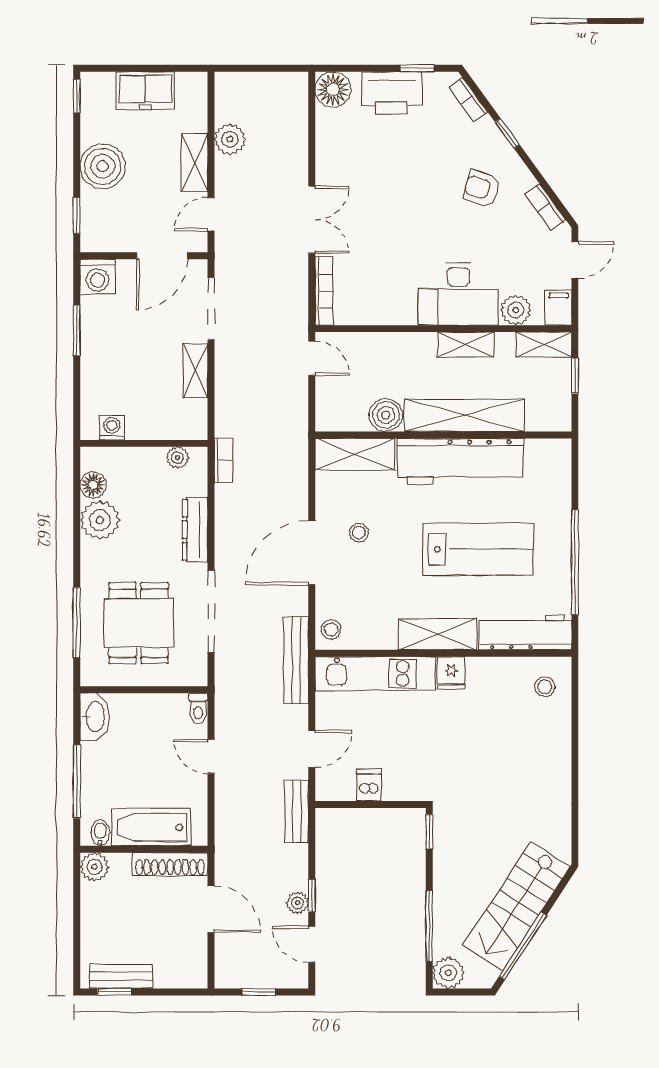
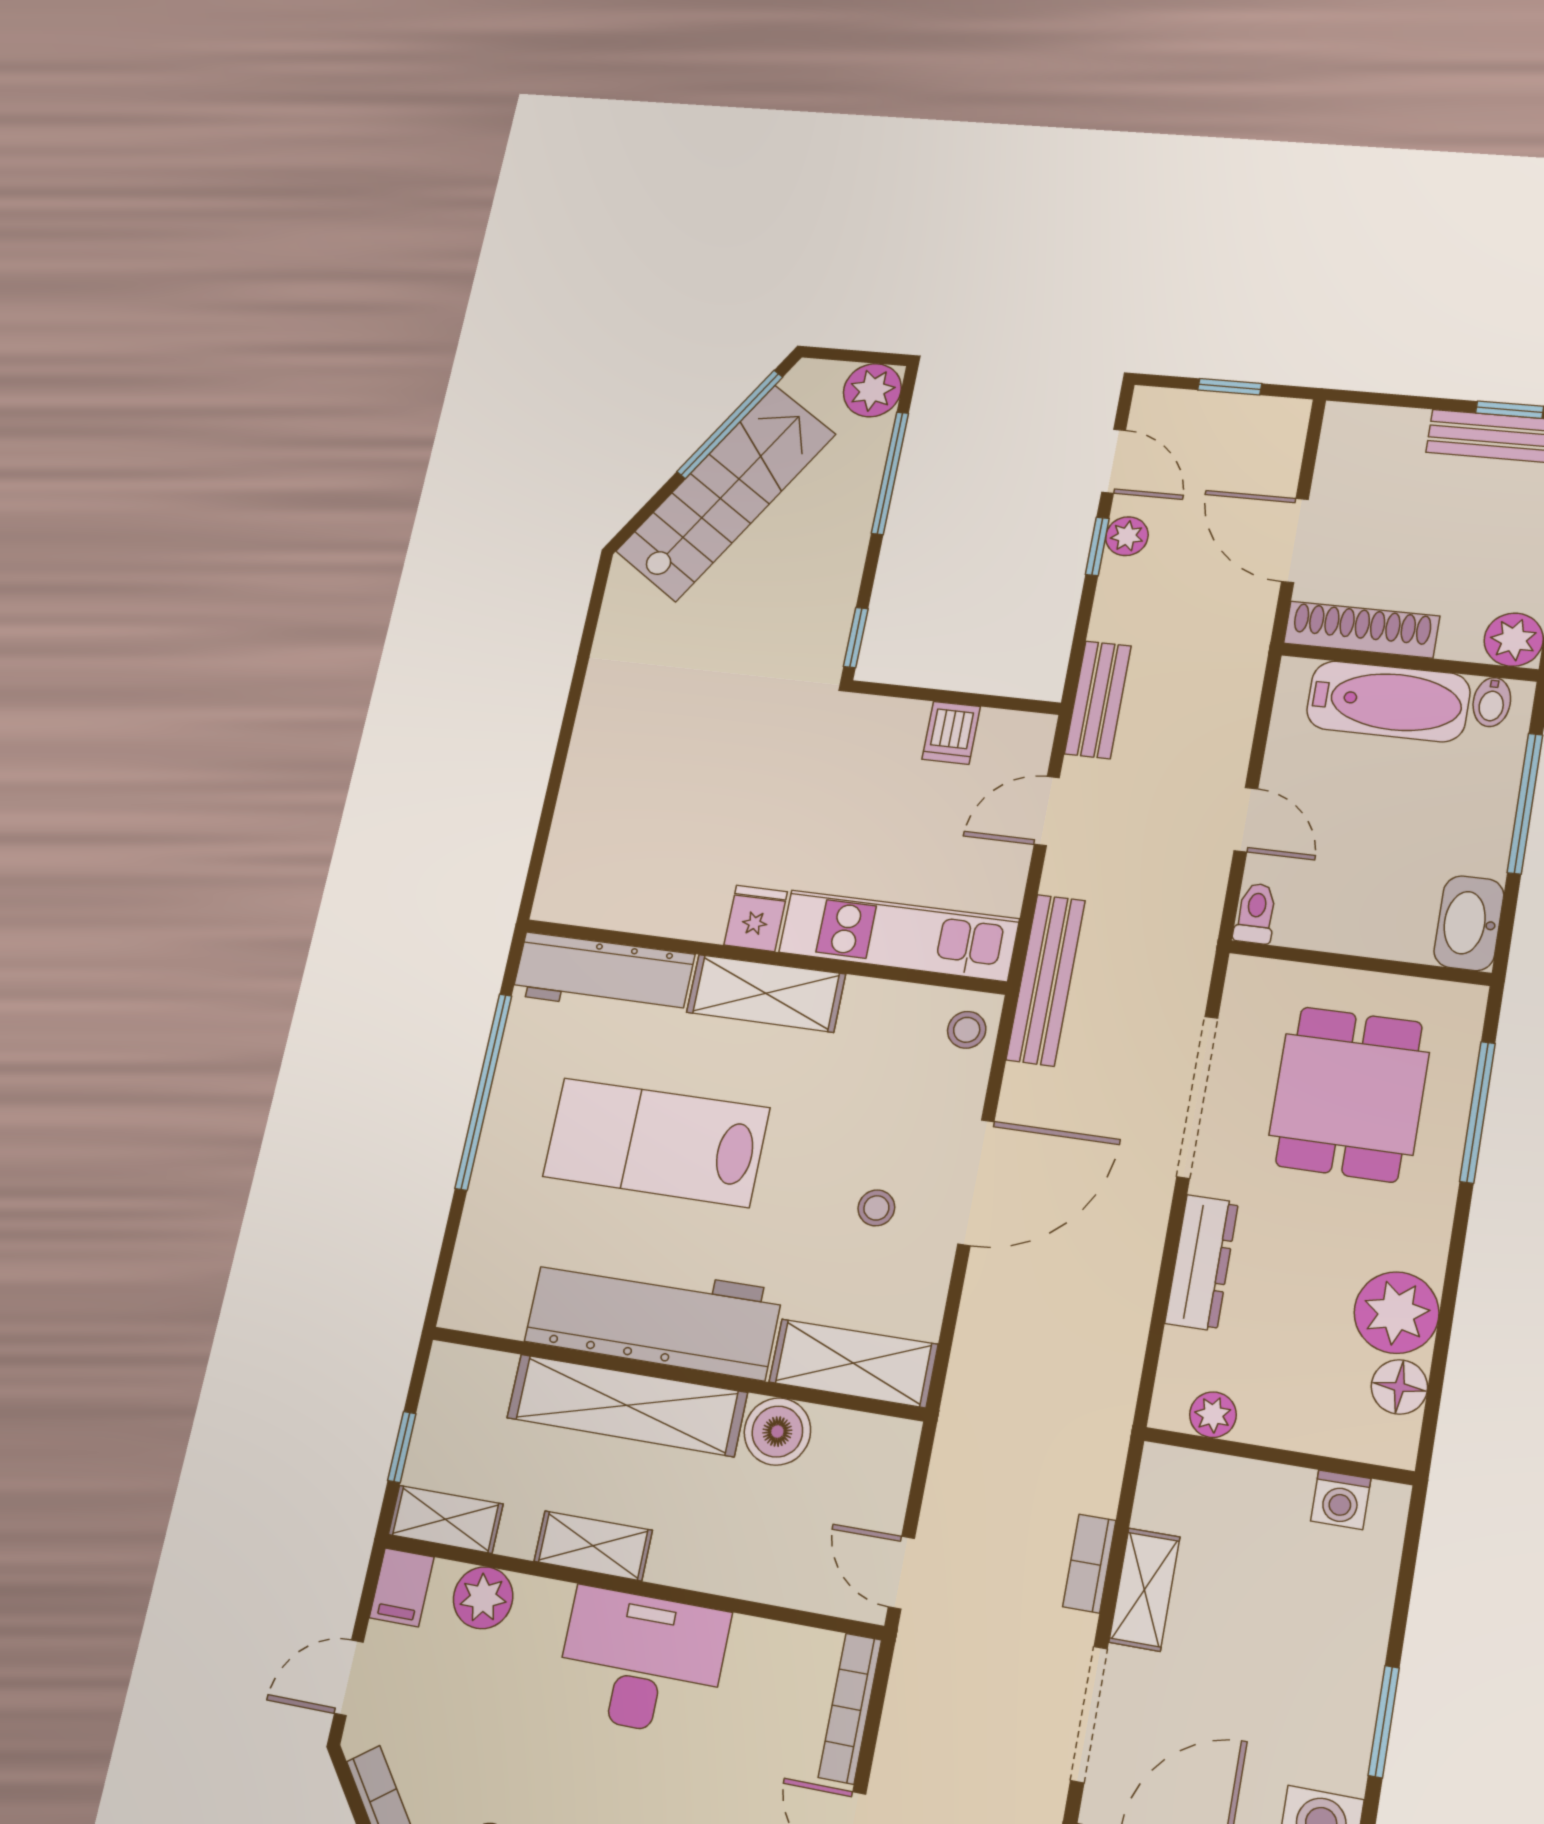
desk: (459, 294) -> (641, 1662), moved
bookcase: (223, 460) -> (1089, 1563), moved
stool: (545, 687) -> (590, 872), removed

